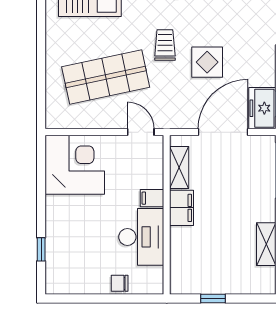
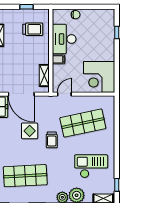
door: (141, 132) -> (64, 94), swing flipped
door: (223, 132) -> (21, 94), hinge flipped
filing cabinet: (182, 208) -> (43, 54), removed
trolley: (201, 255) -> (33, 29), added

